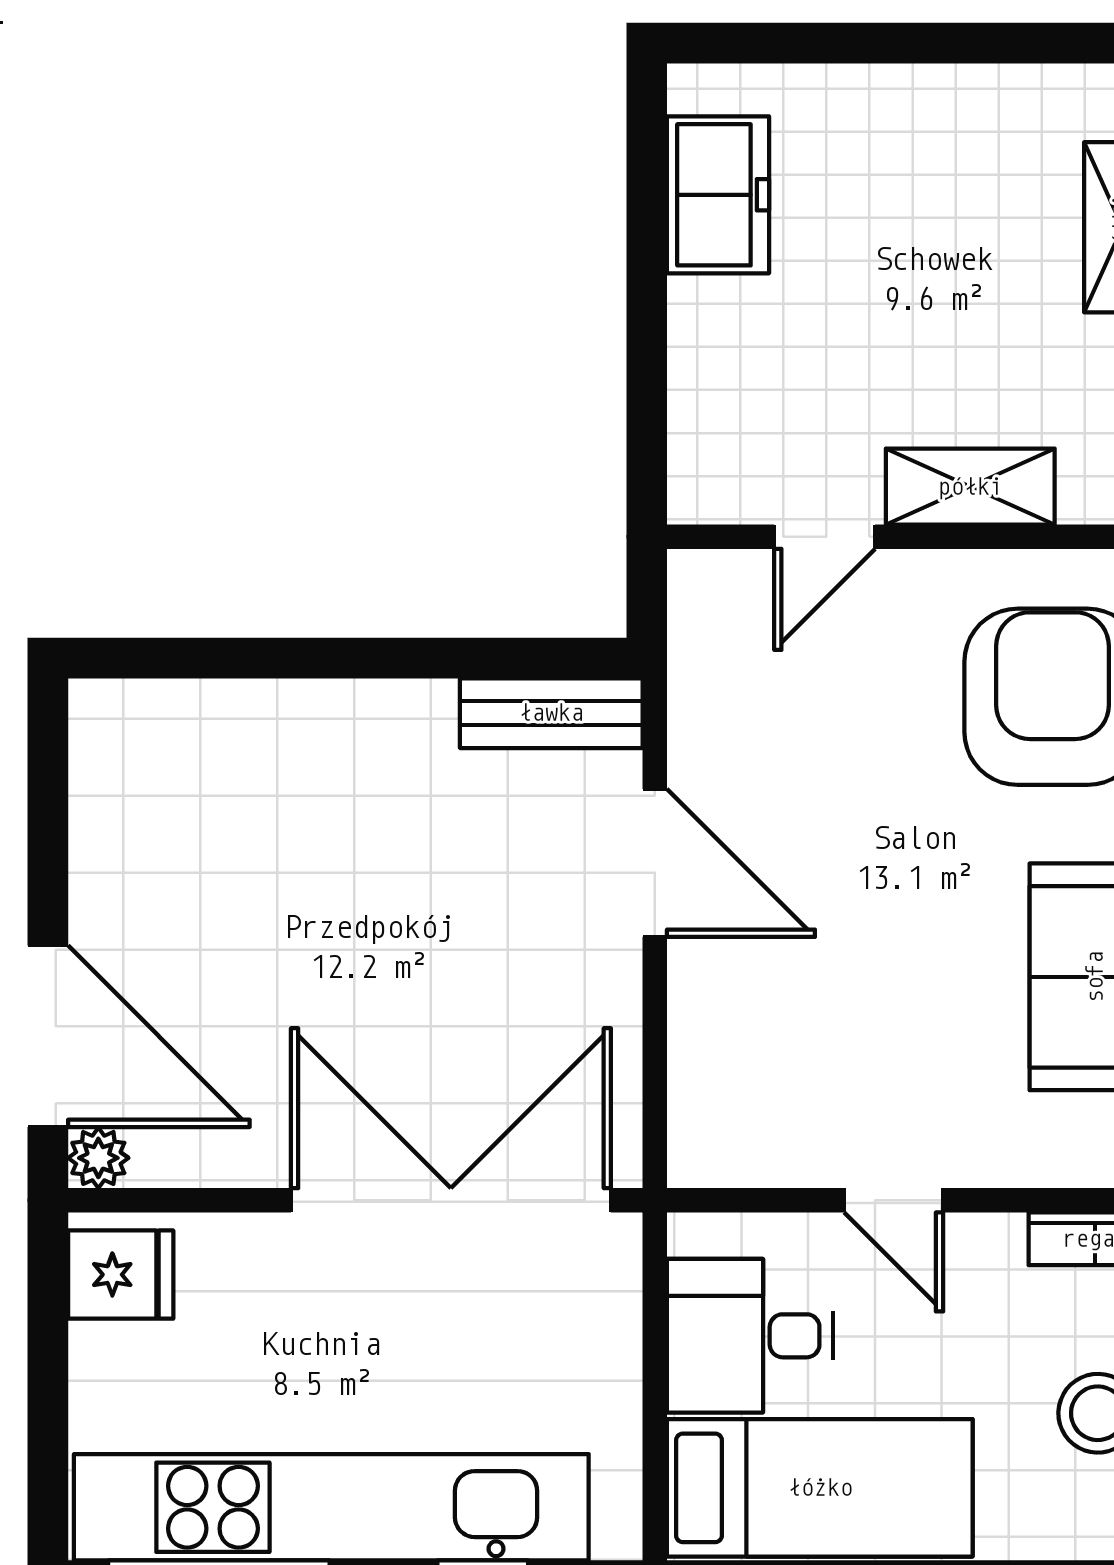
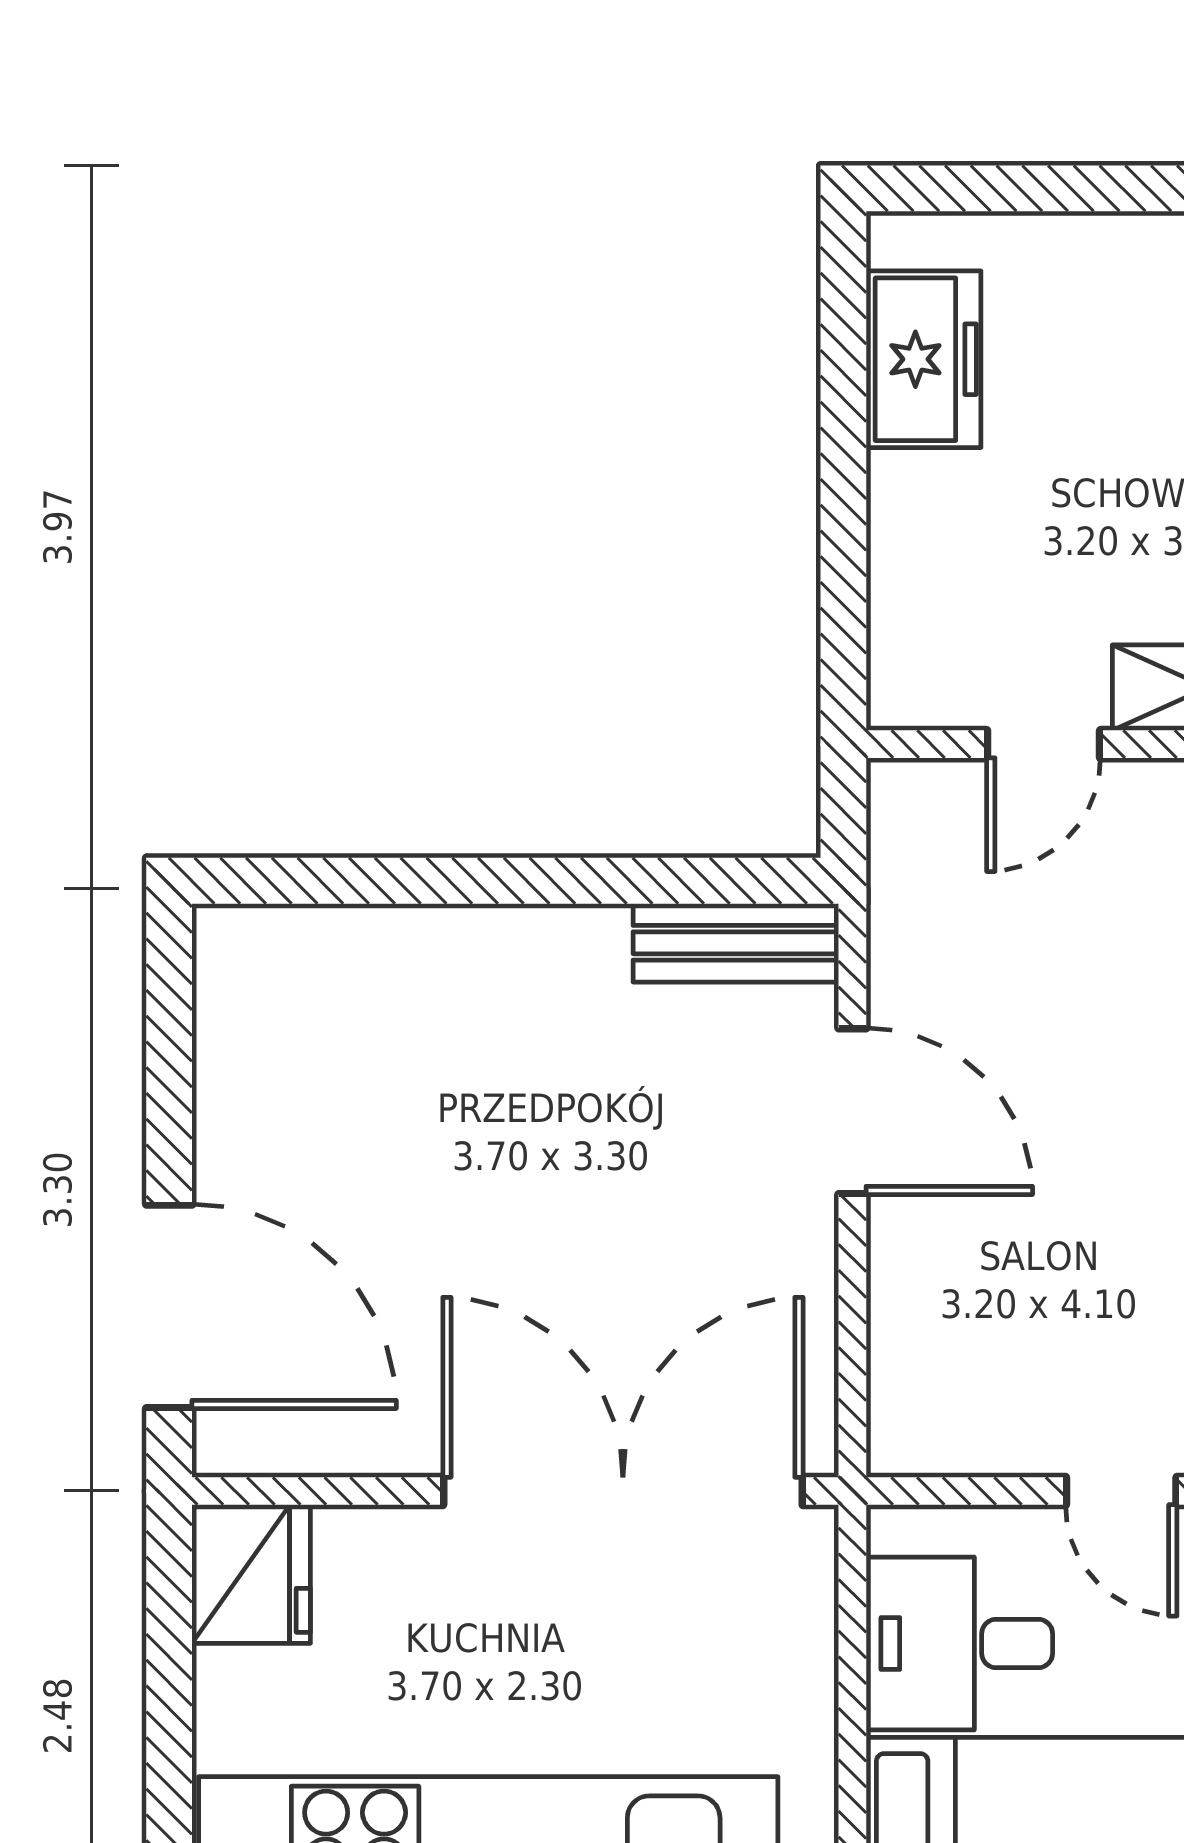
plant: (98, 1158) -> (226, 1443), removed
fridge: (121, 1275) -> (251, 1575), width x1.38

